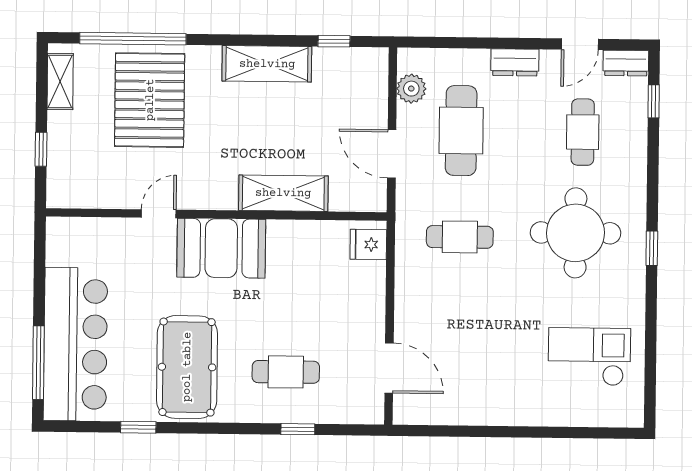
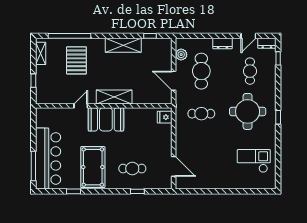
pallet: (150, 100) -> (76, 60), width x0.73, depth x0.71
shelving: (283, 193) -> (114, 97), moved

